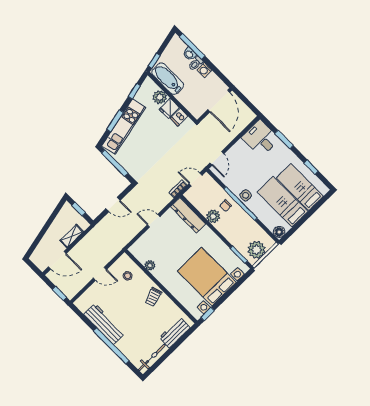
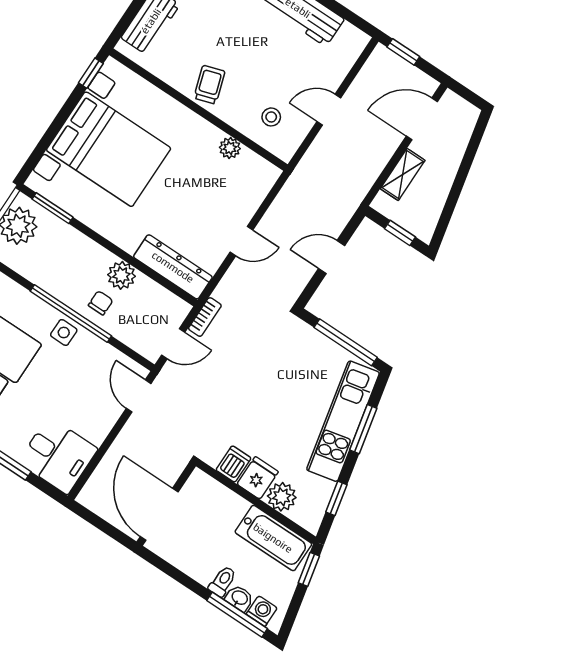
washing machine: (204, 70) -> (262, 611), moved

